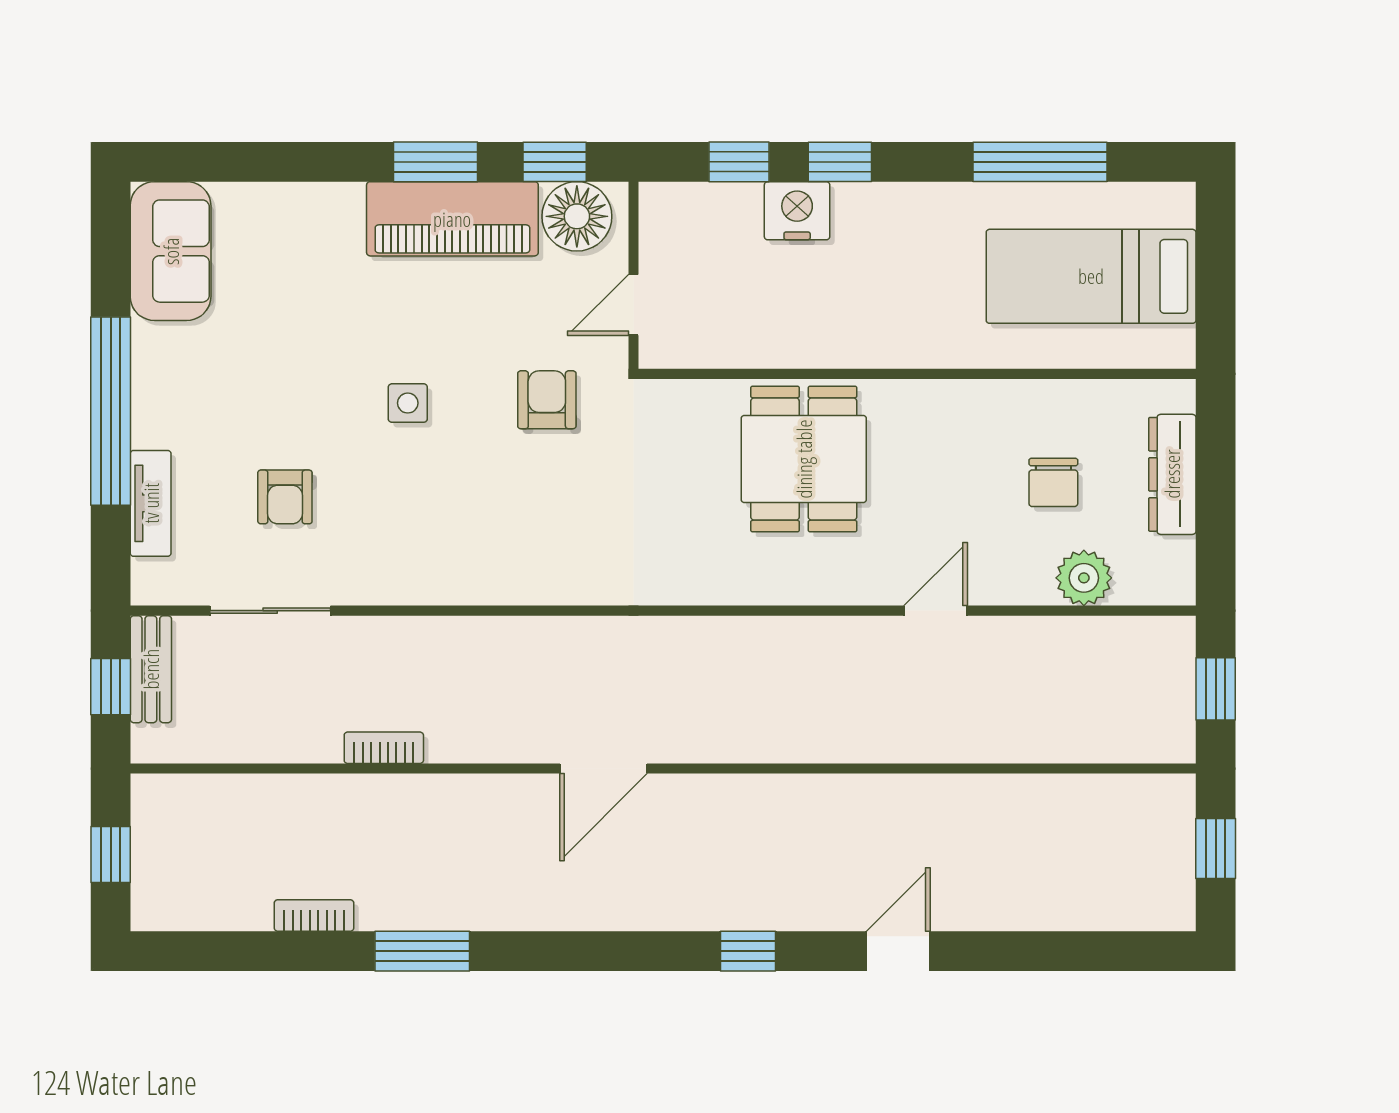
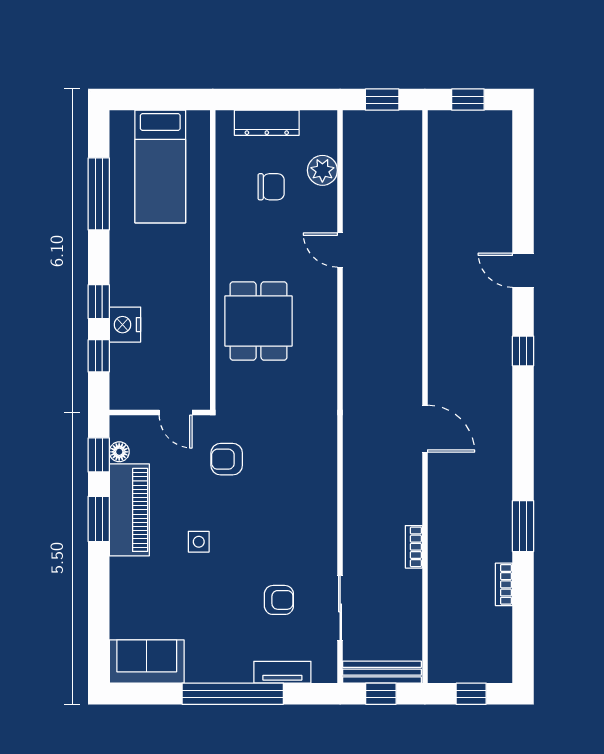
floor lamp: (577, 216) -> (119, 452), width x0.53, depth x0.53
side table: (408, 403) -> (199, 542), moved
dining table: (804, 459) -> (259, 321), turned 90
bench: (151, 669) -> (382, 672), width x1.36

